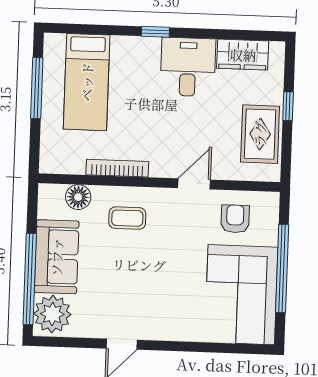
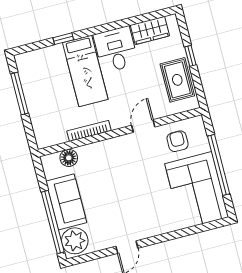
window: (155, 32) -> (63, 39), moved
bed: (87, 82) -> (85, 71), moved
coffee table: (127, 218) -> (106, 162), removed

